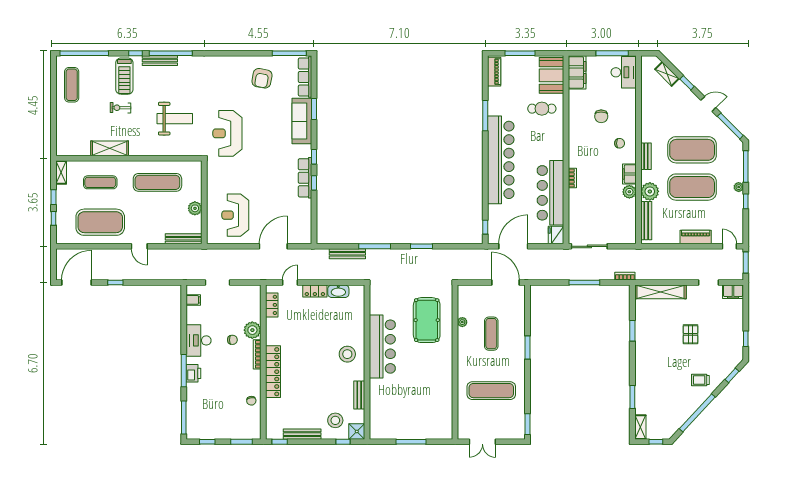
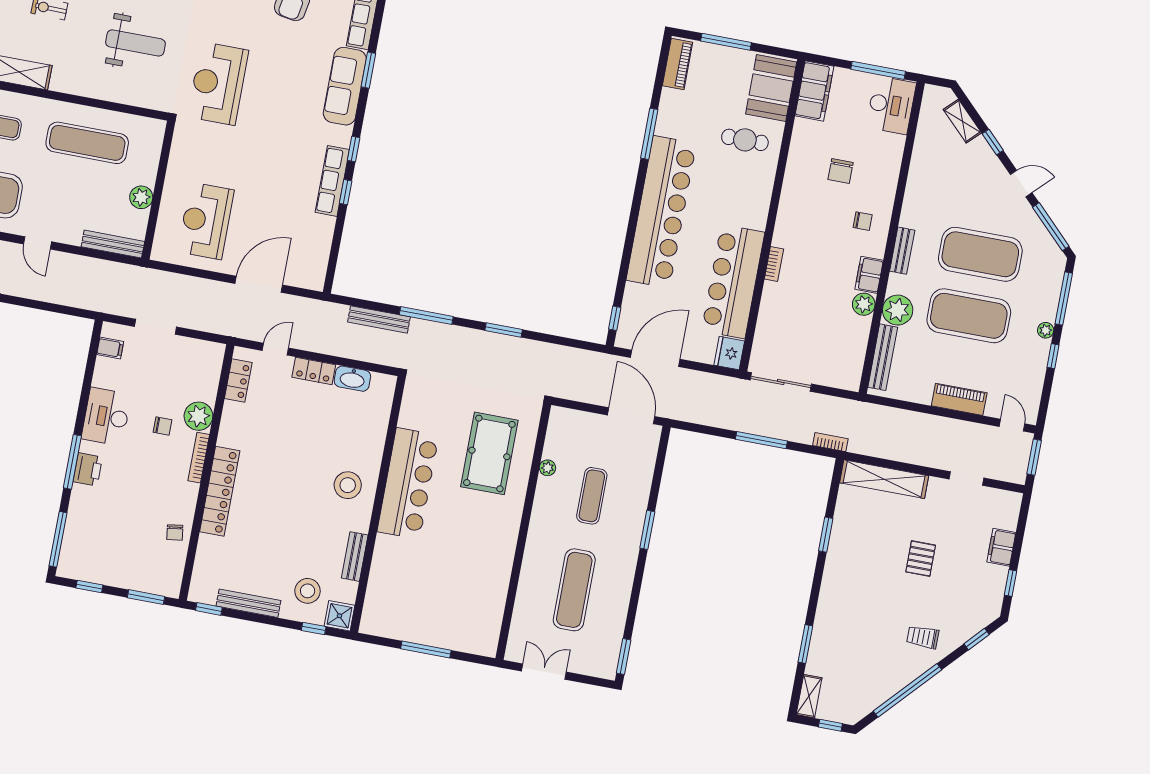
filing cabinet: (733, 292) -> (1001, 547), moved, turned 90
exercise mat: (491, 391) -> (574, 590), turned 90
double door: (482, 442) -> (544, 672), swing flipped

